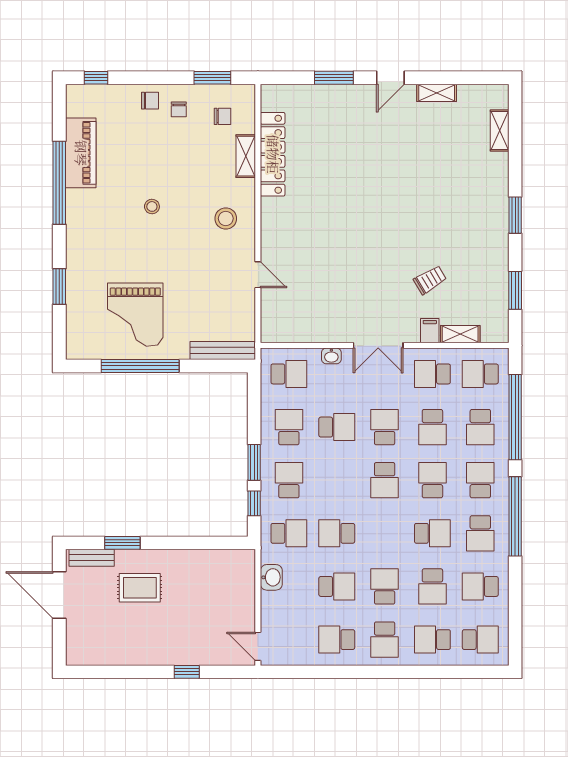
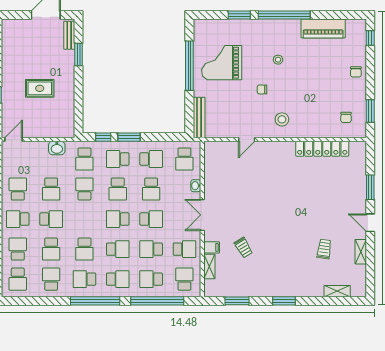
chair: (179, 109) -> (262, 89), moved
trolley: (432, 151) -> (324, 249), added
shelving: (246, 156) -> (321, 132), removed
window: (59, 183) -> (284, 15), moved
stool: (152, 206) -> (278, 60), moved
school desk: (432, 374) -> (184, 249), turned 90
school desk: (289, 480) -> (118, 159), turned 180
school desk: (337, 480) -> (118, 189), added
school desk: (432, 586) -> (51, 249), turned -90
rug: (140, 588) -> (40, 88), moved, turned 90

